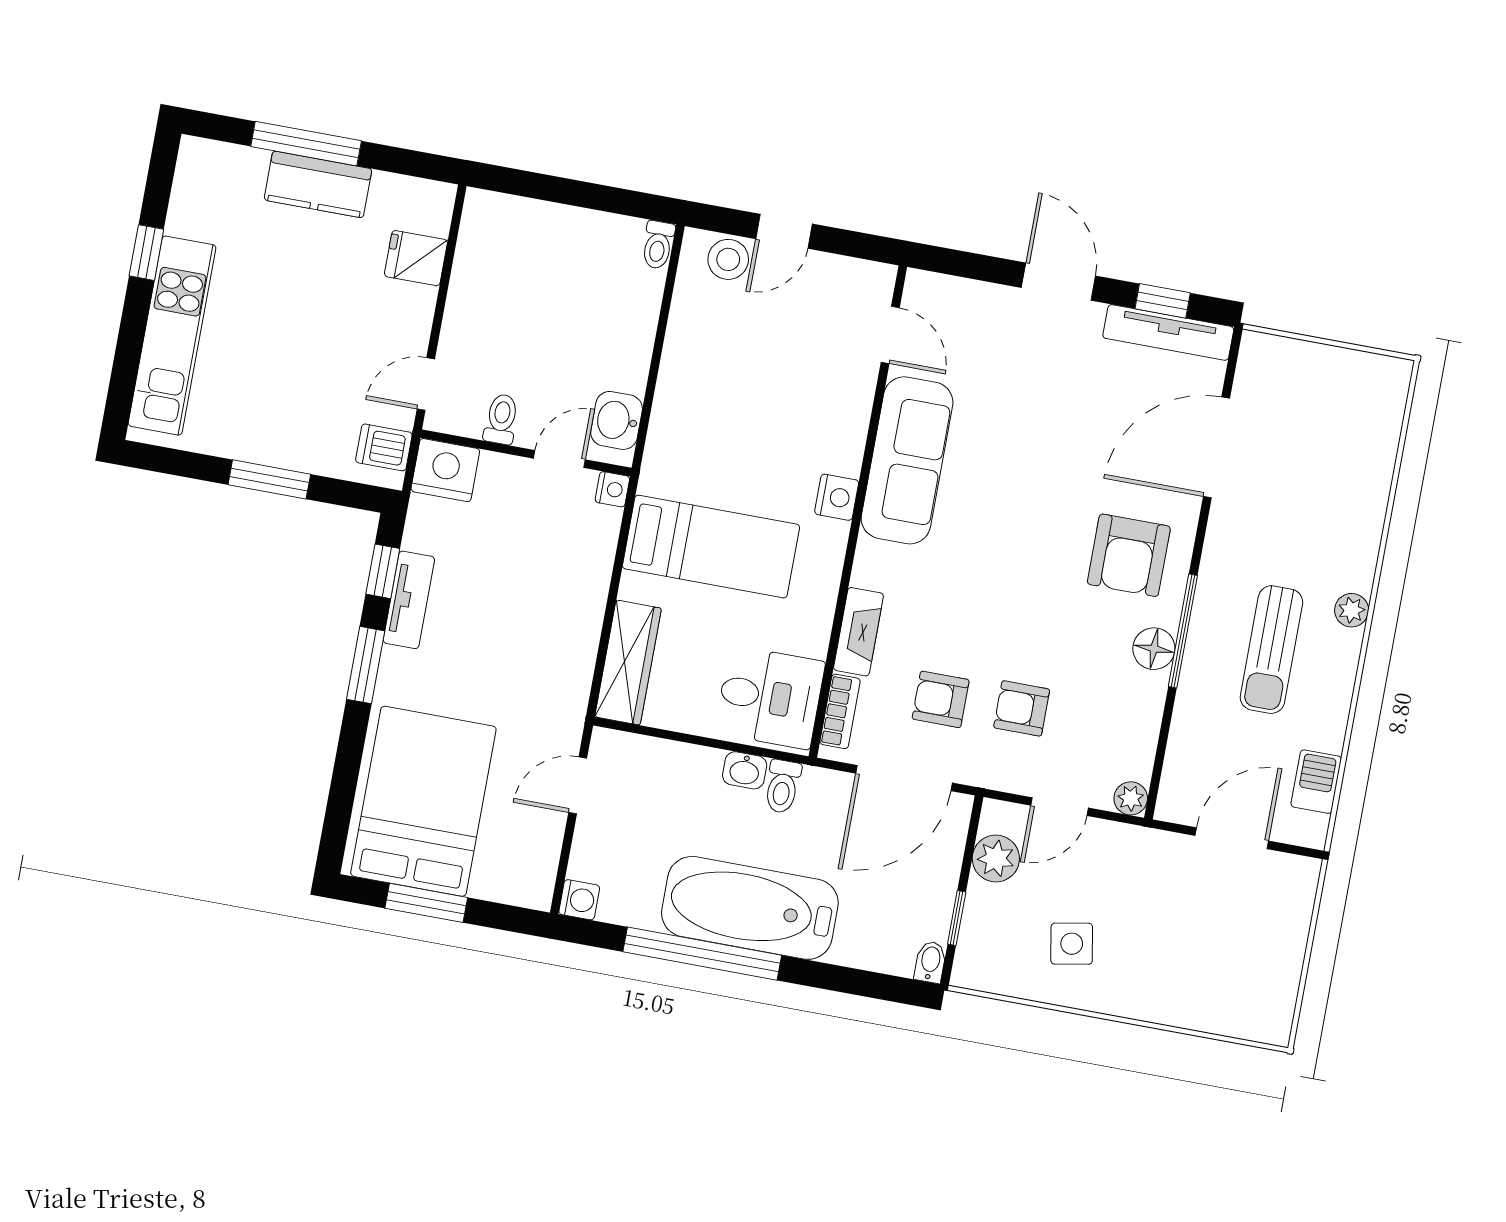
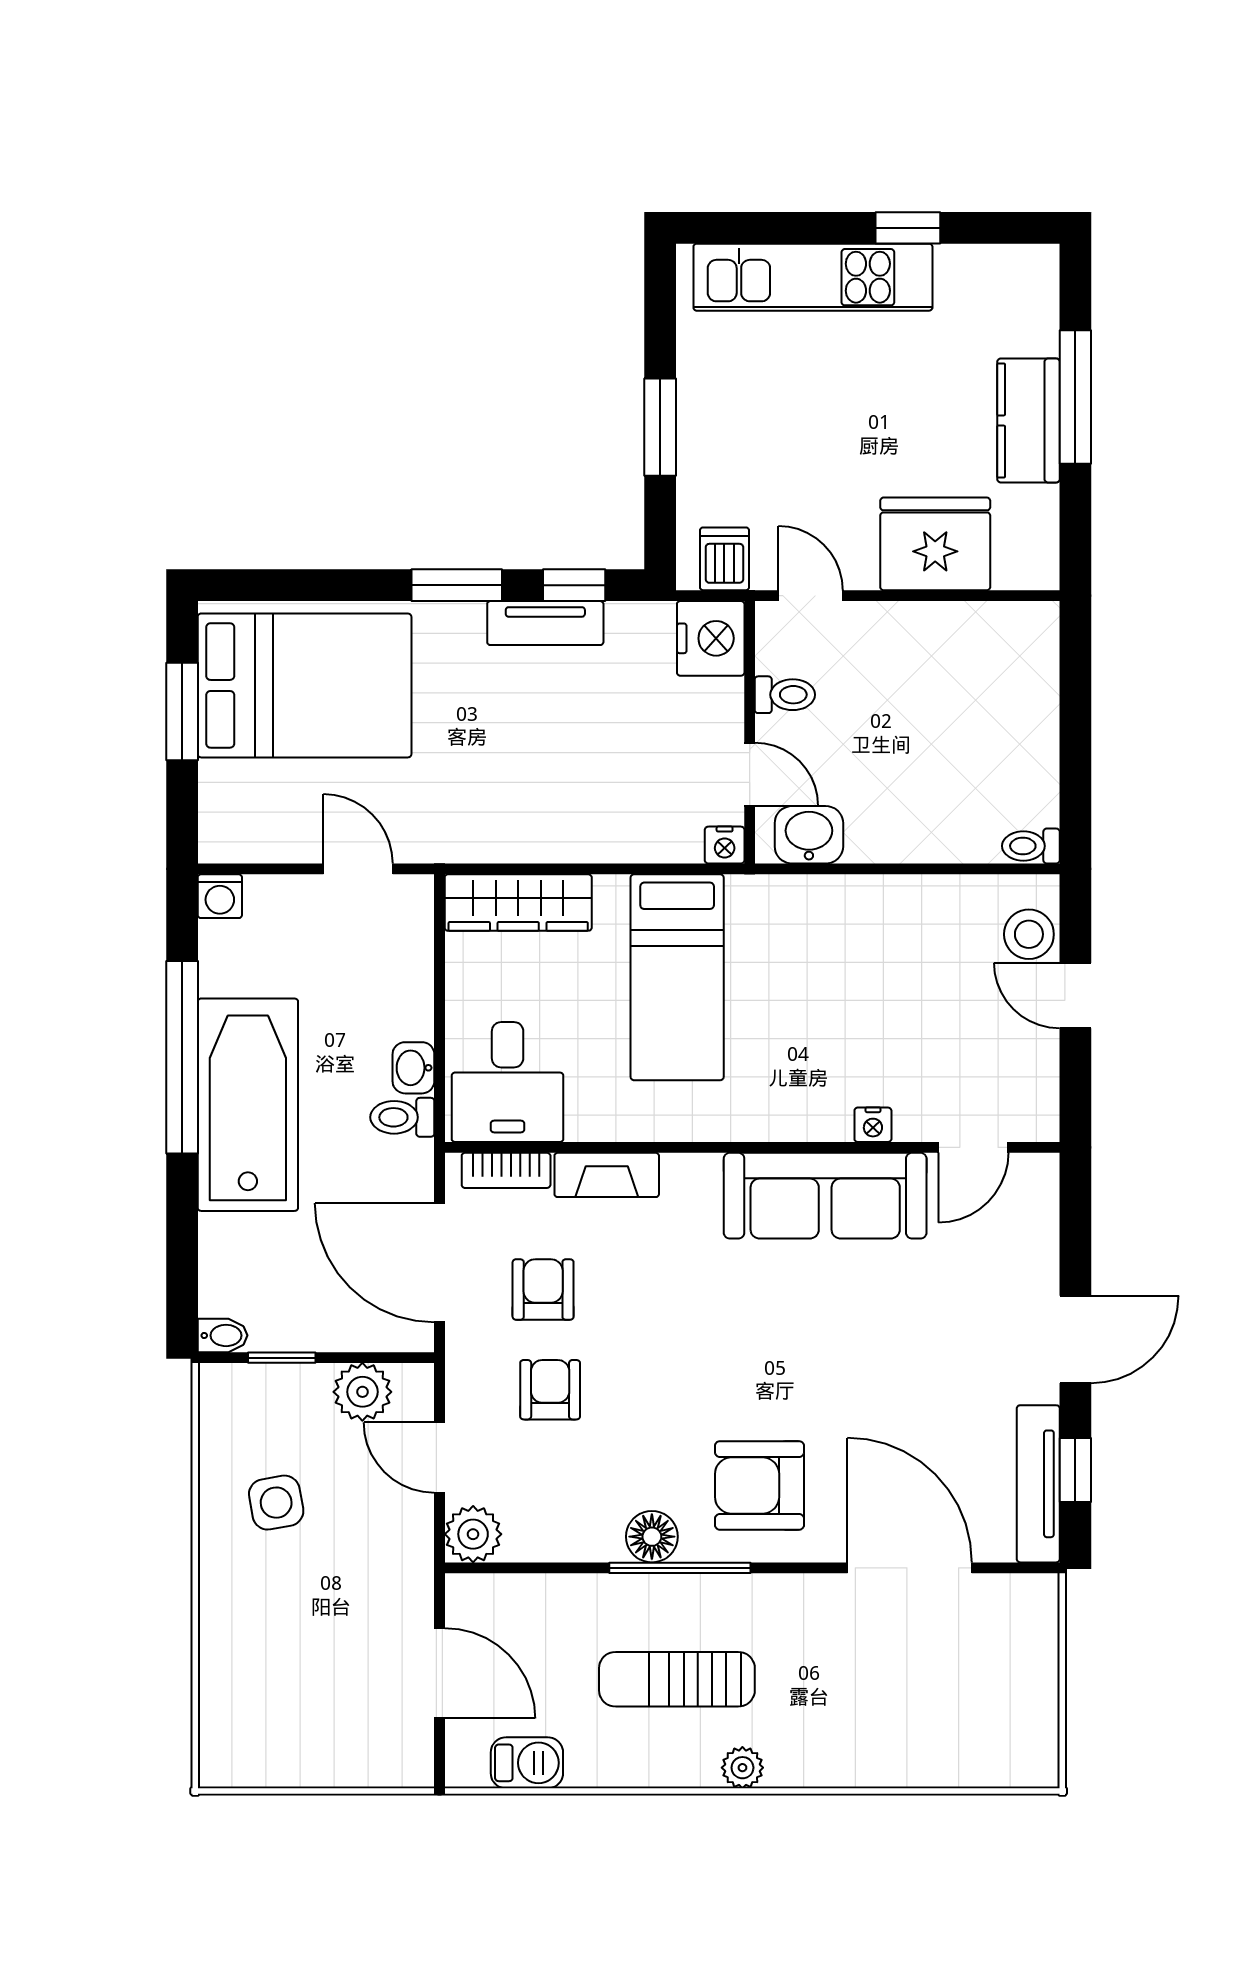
fridge: (416, 258) -> (935, 544), width x1.88, depth x1.34
nightstand: (837, 497) -> (873, 1125), moved, width x0.72, depth x0.74
plant: (1131, 798) -> (473, 1534), width x1.38, depth x1.38

